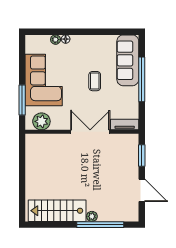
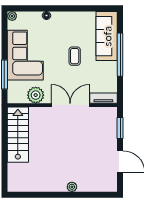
plant: (56, 40) -> (12, 16), moved
plant: (41, 121) -> (36, 95), moved
stairs: (57, 211) -> (18, 135), moved, turned 90
window: (100, 225) -> (80, 195), removed

